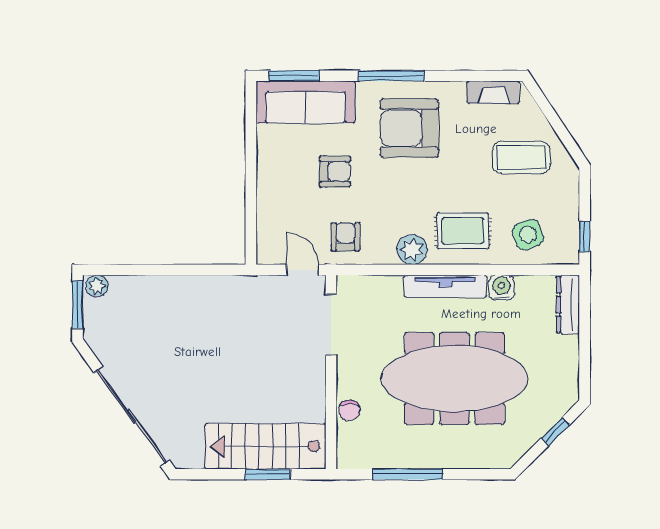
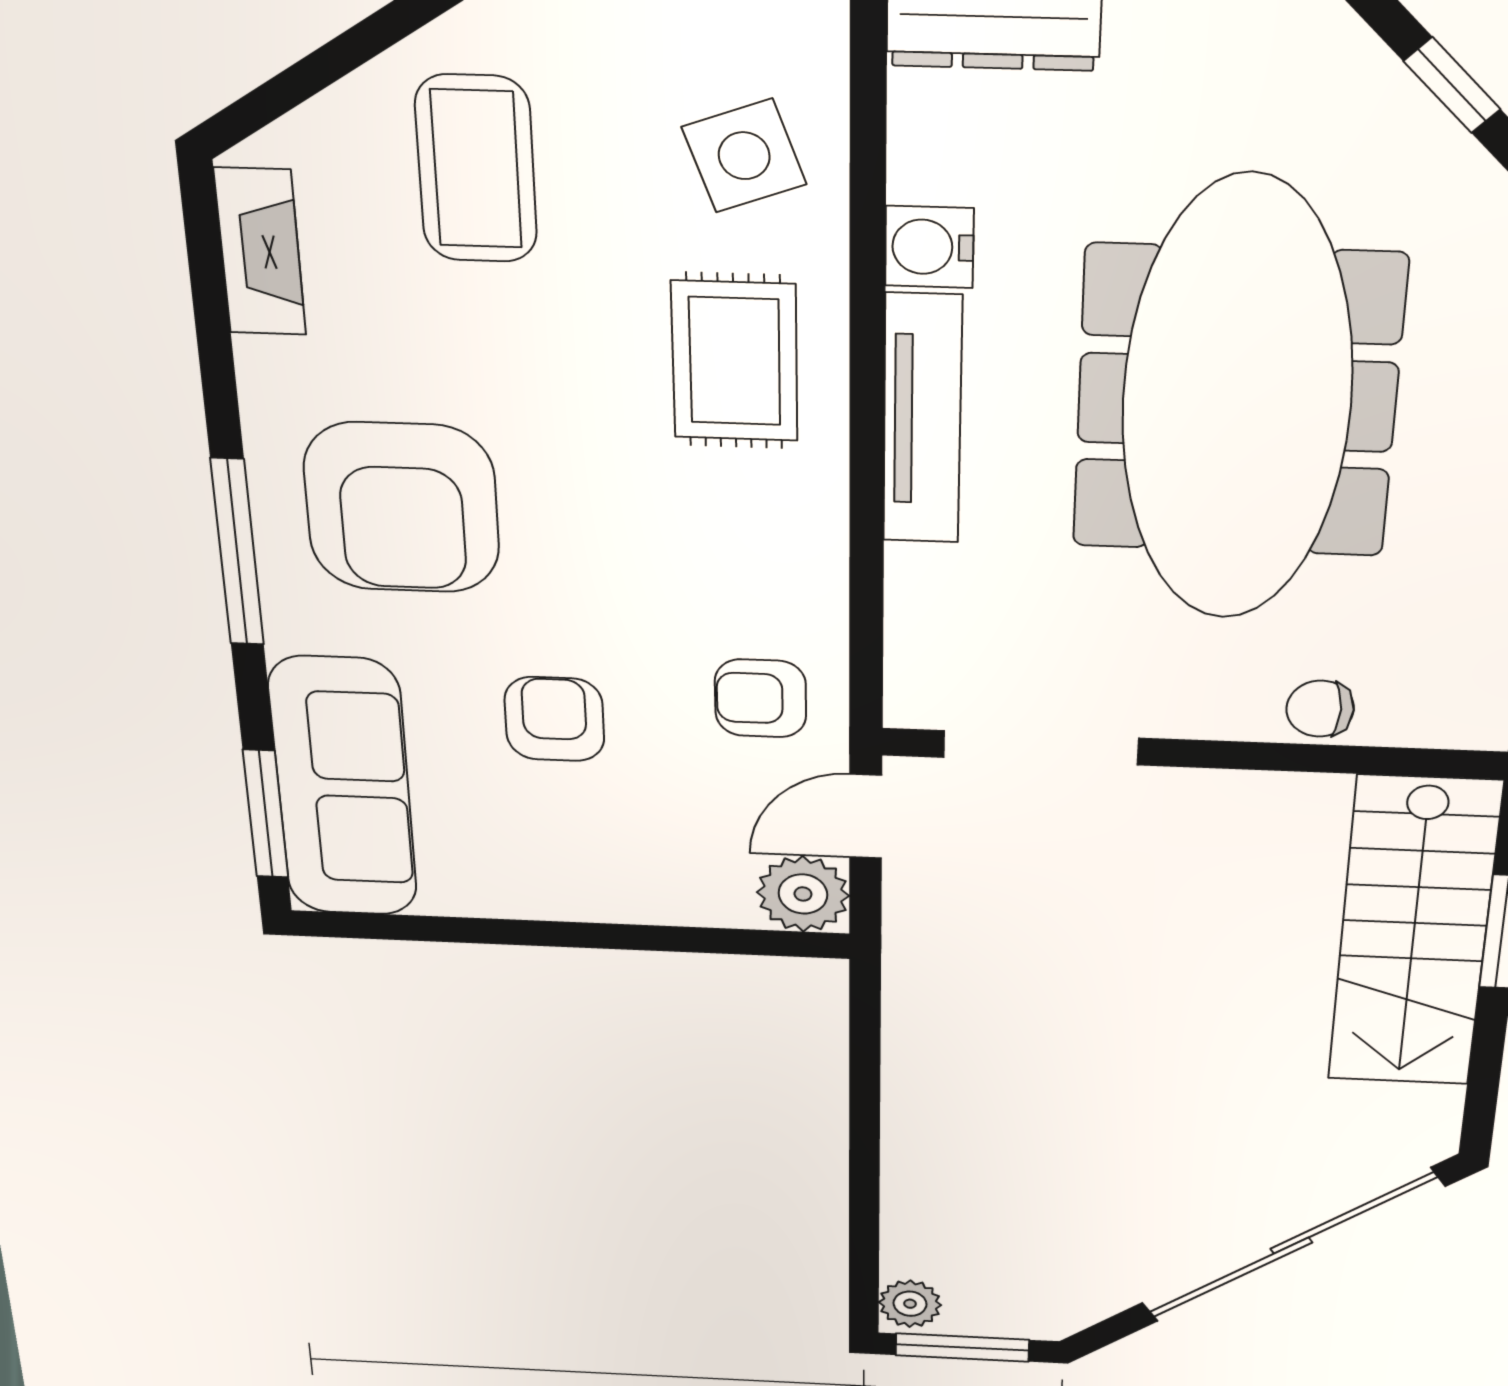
plant: (412, 250) -> (803, 894), moved
chair: (349, 410) -> (1320, 709), turned 180

